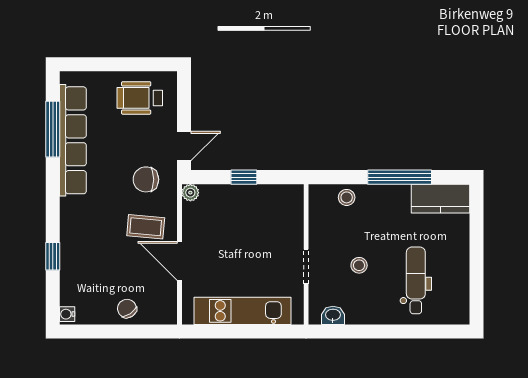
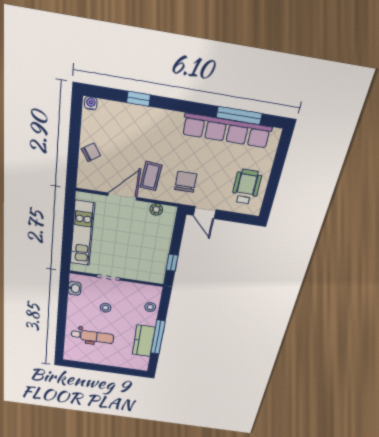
window: (244, 177) -> (172, 263), moved
plant: (190, 193) -> (156, 209), moved
kitchen counter: (440, 199) -> (144, 341), moved

